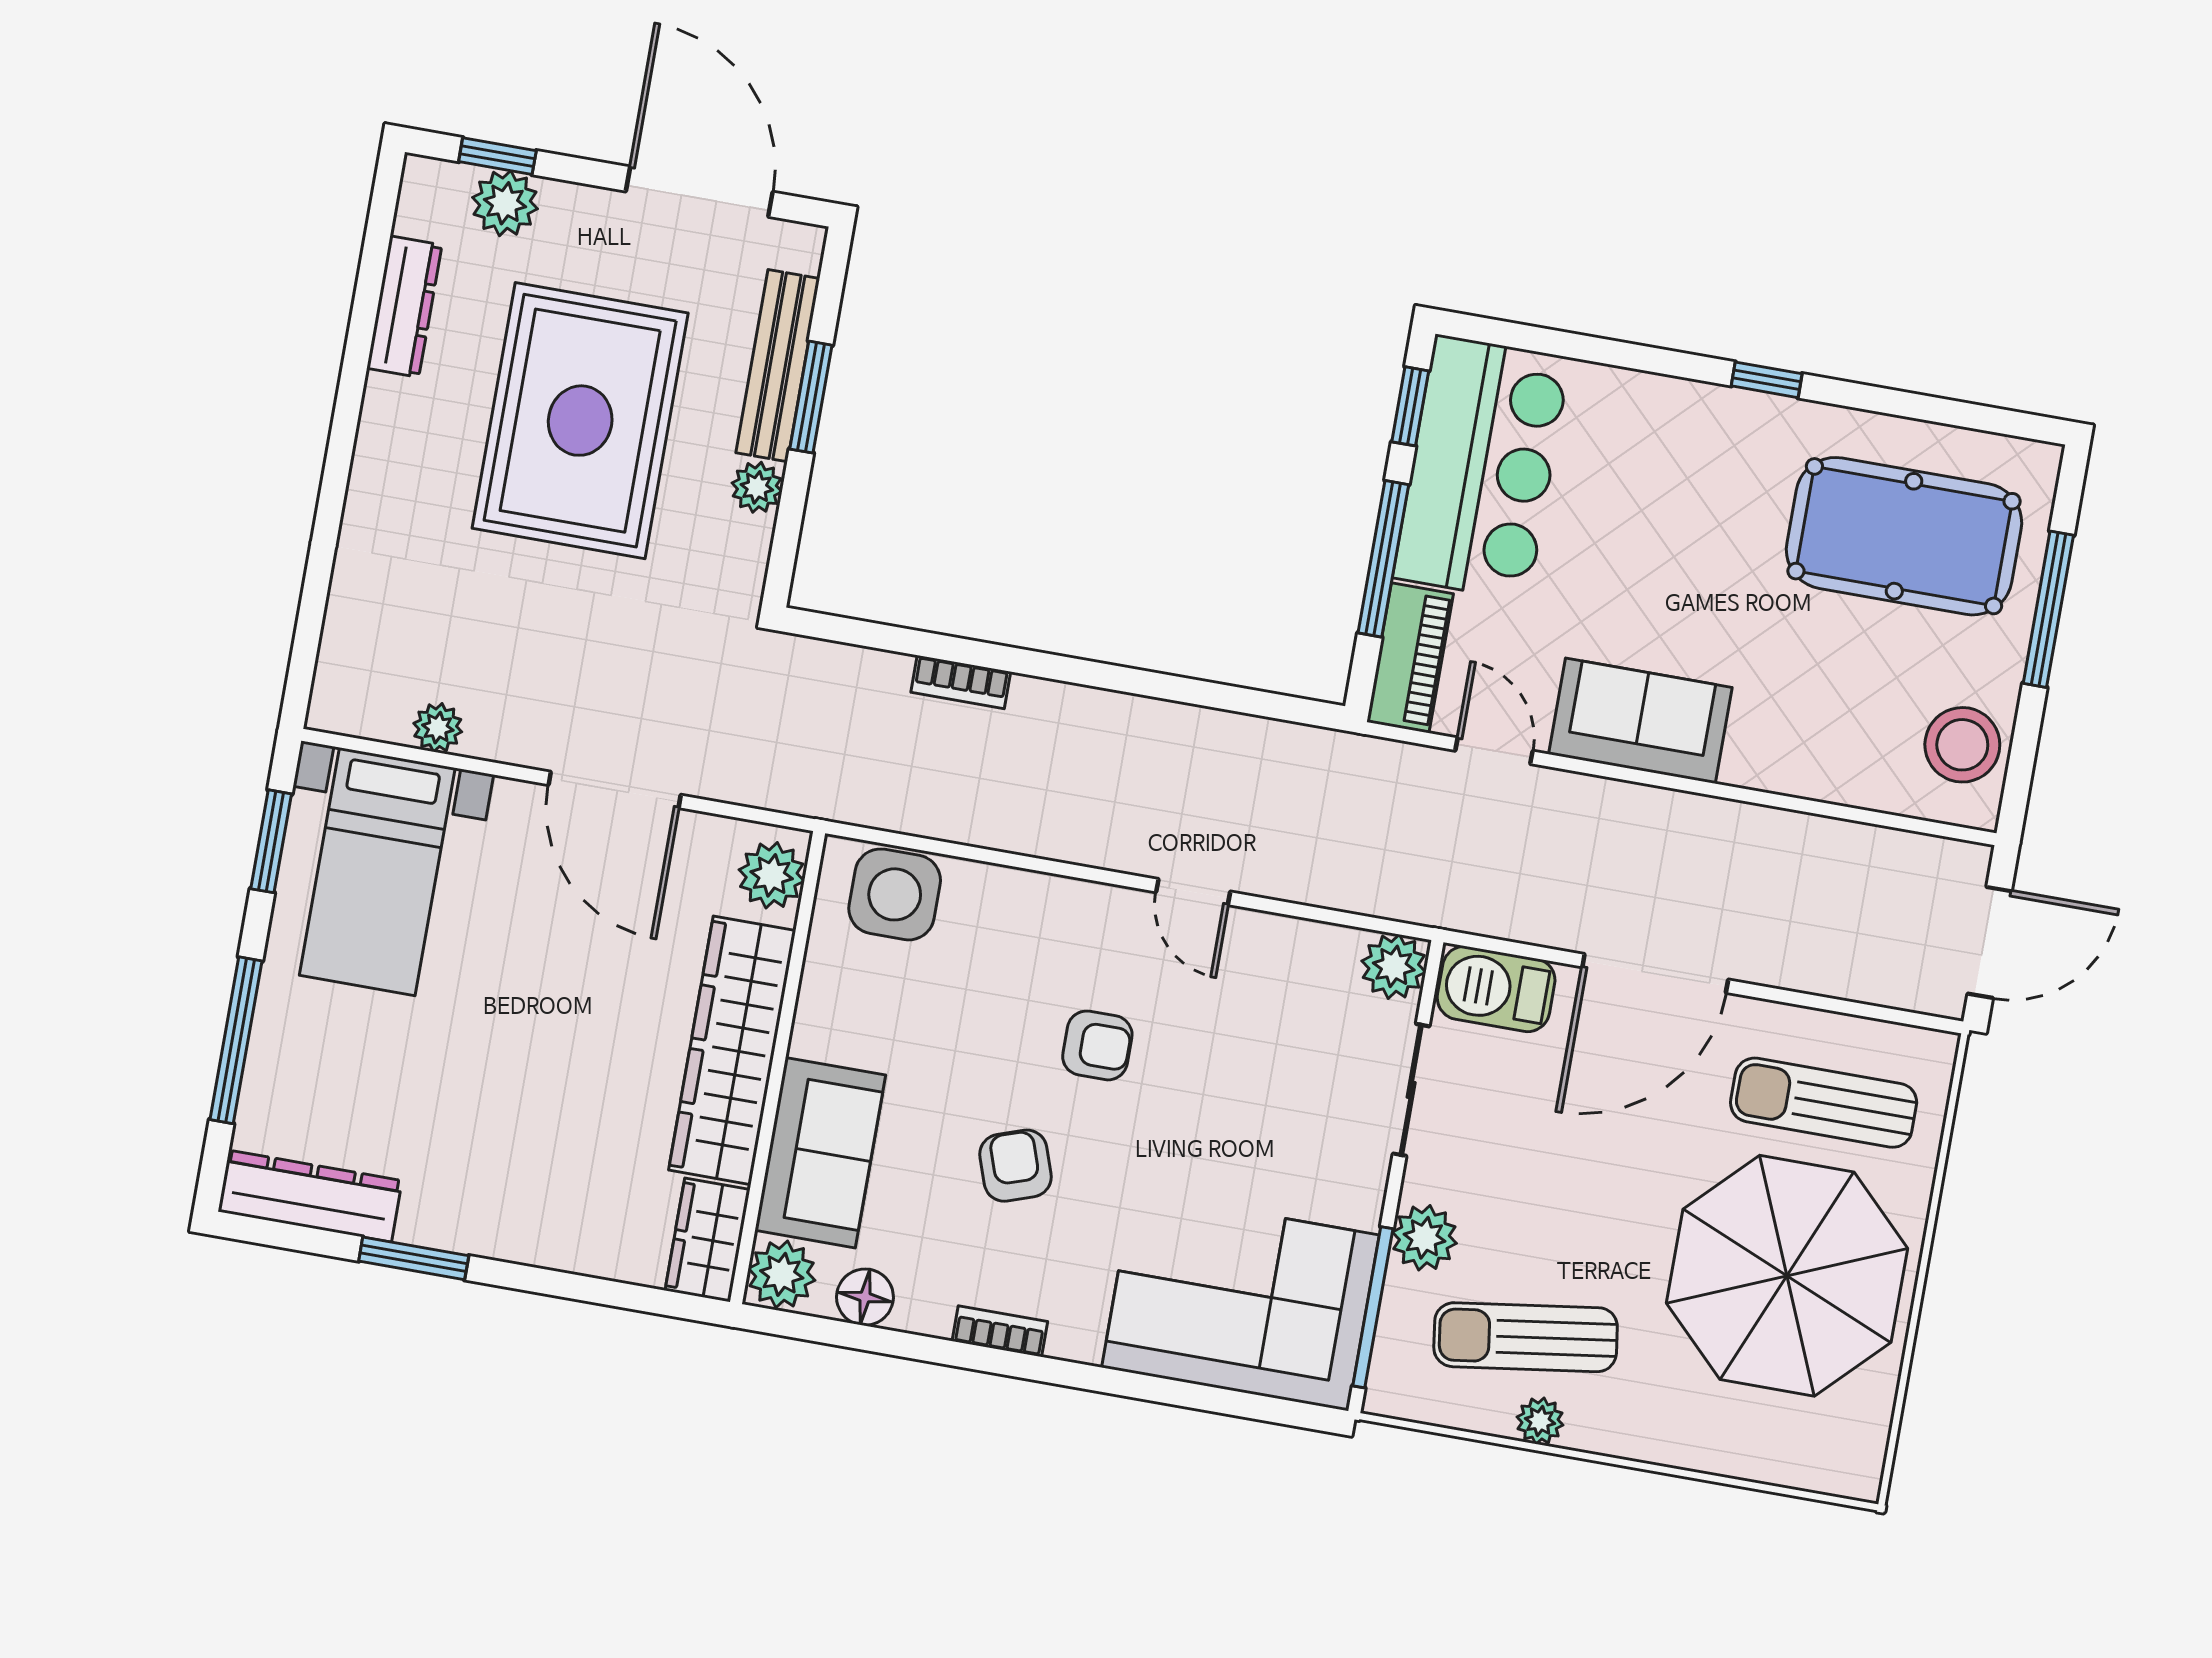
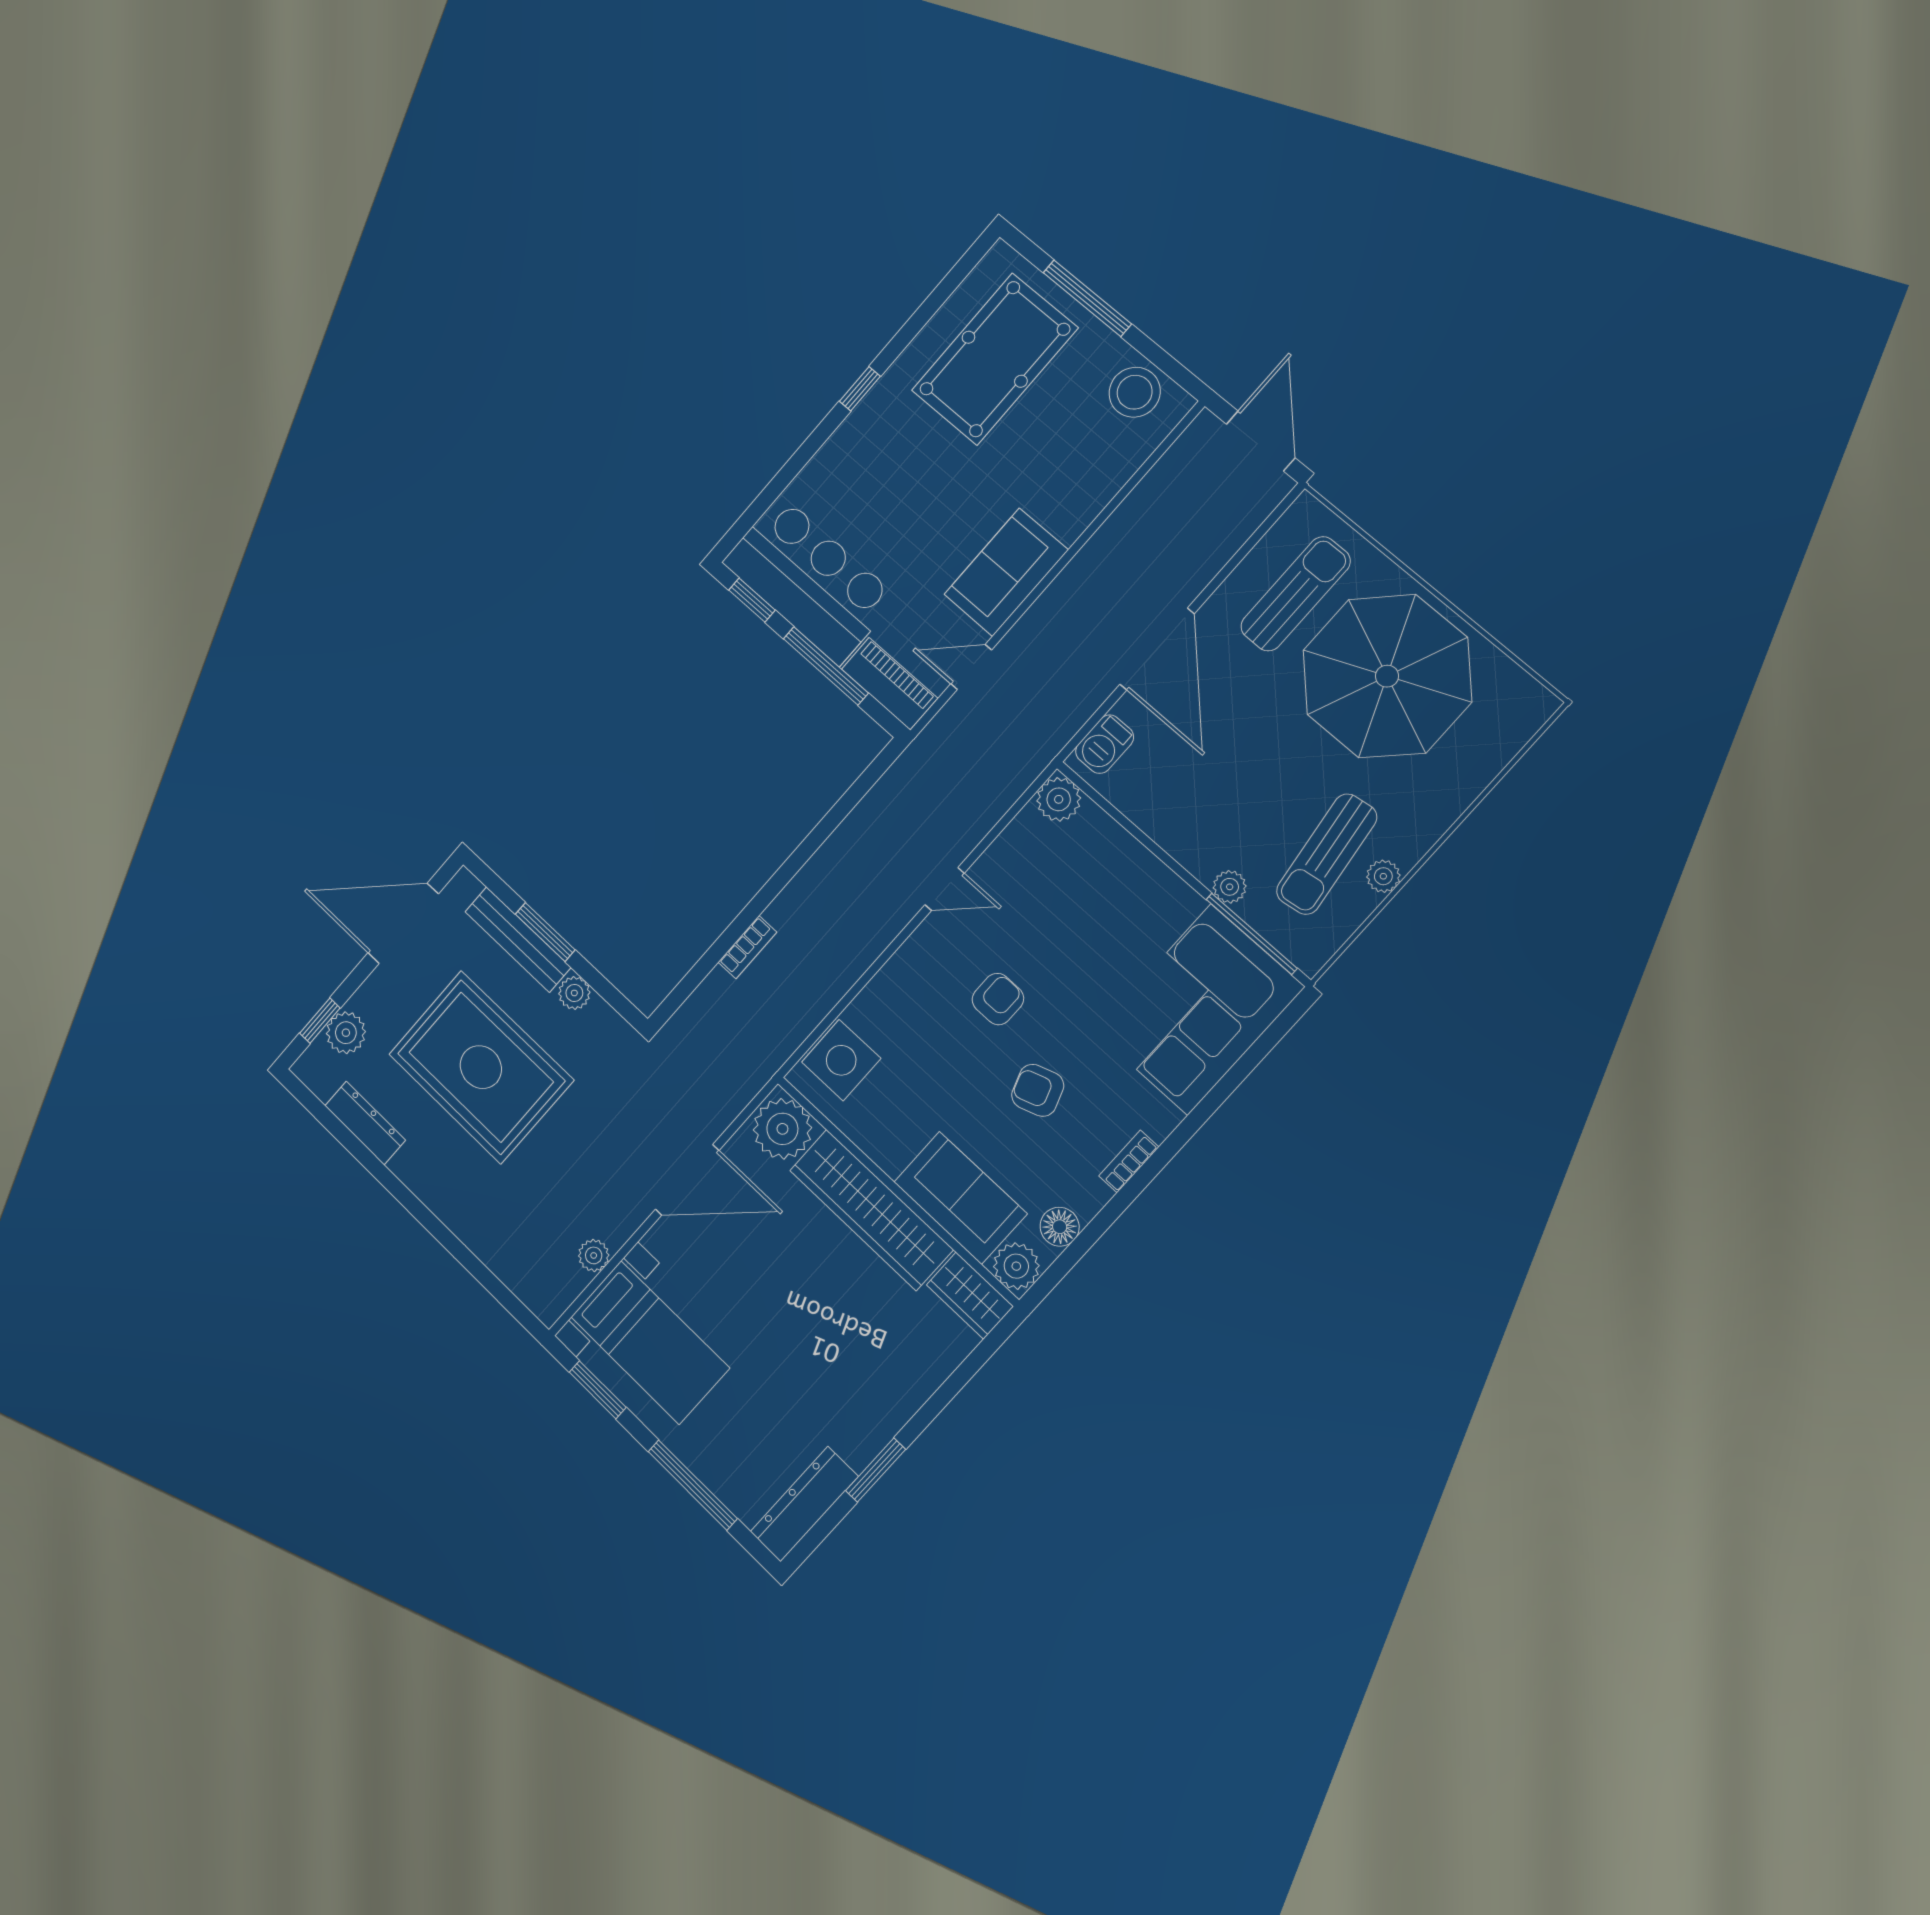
plant: (772, 875) -> (782, 1129), width x1.36, depth x1.36
barbecue: (1496, 989) -> (1105, 744), width x0.73, depth x0.79
sliding door: (1411, 1090) -> (1137, 833), removed
sun lounger: (1824, 1103) -> (1295, 594), turned 180
plant: (1424, 1238) -> (1230, 887), width x0.73, depth x0.73

